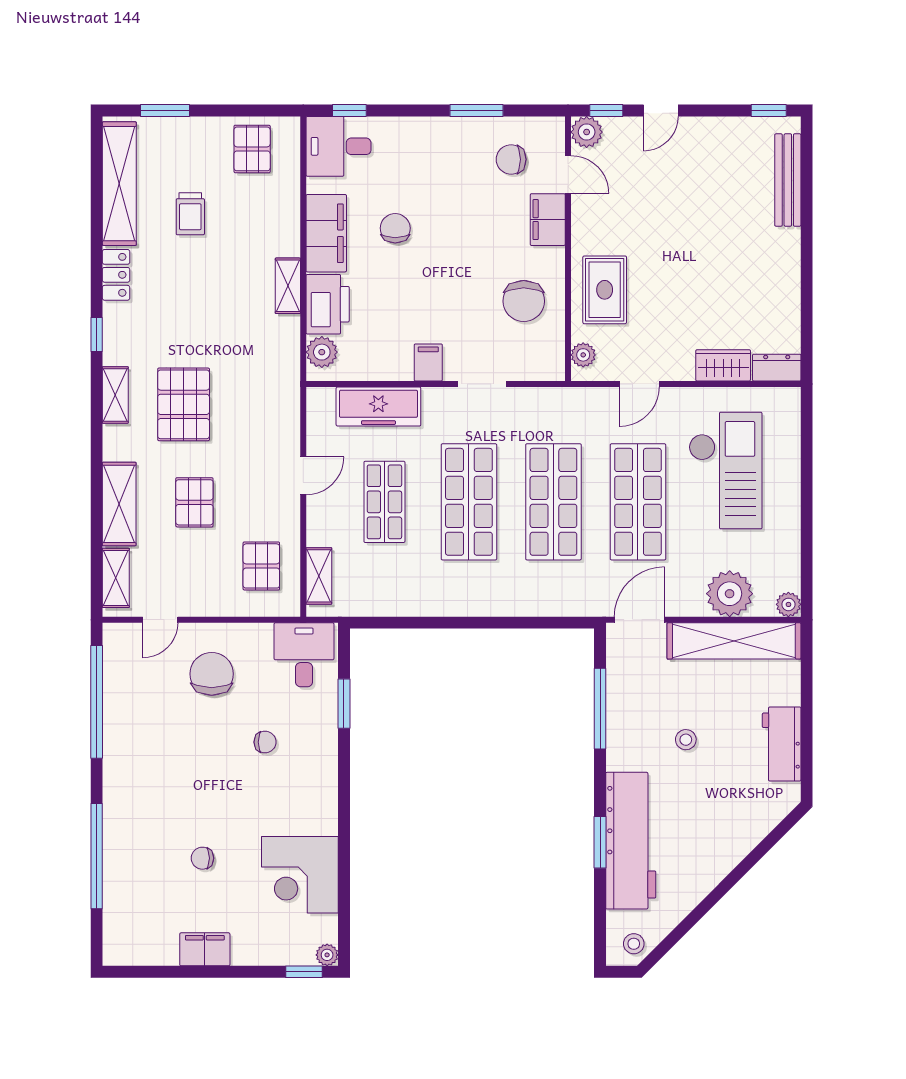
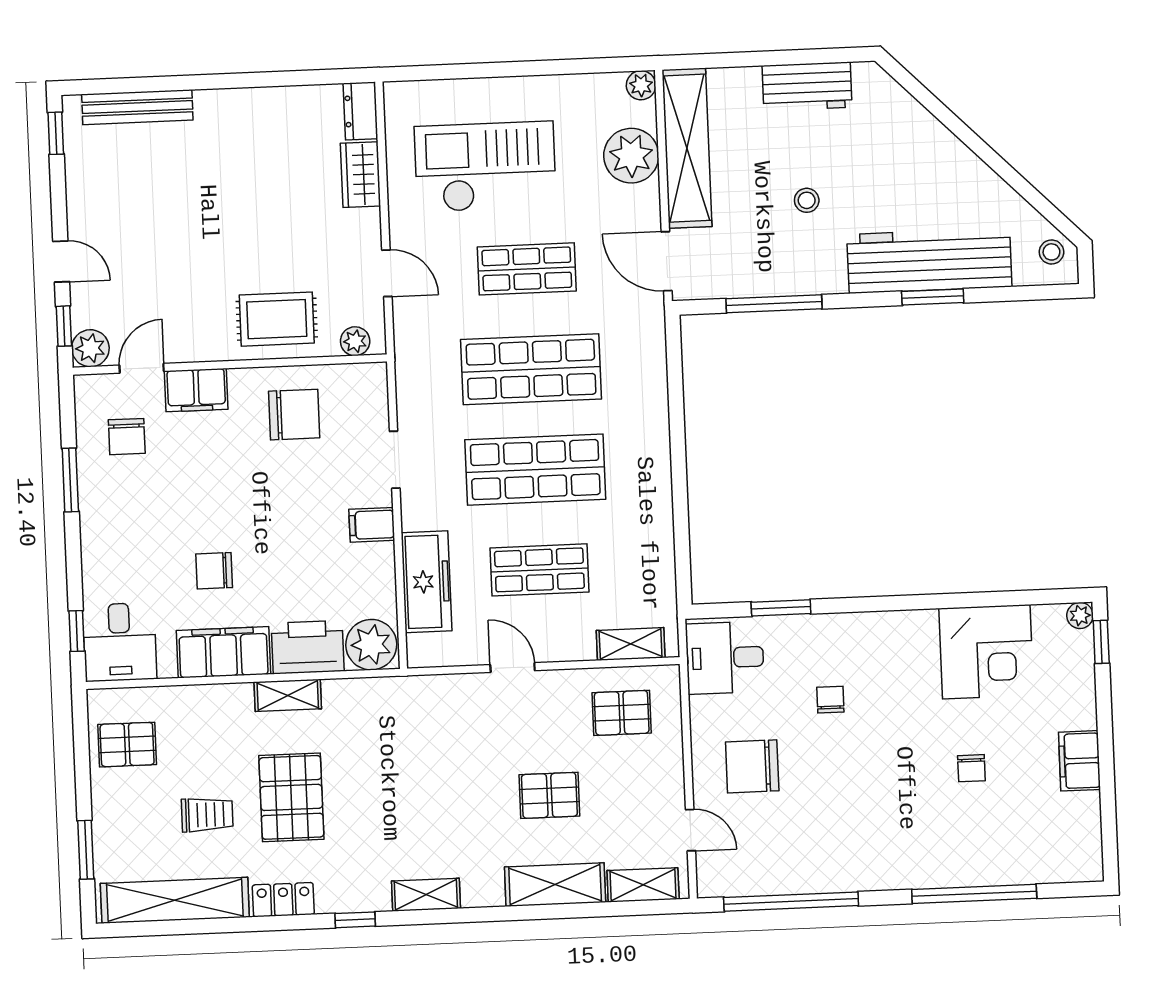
plant: (322, 352) -> (371, 645), width x1.36, depth x1.36
pallet: (184, 404) -> (291, 797), moved, turned 90
shop shelf: (638, 502) -> (527, 269), width x0.70, depth x0.74

